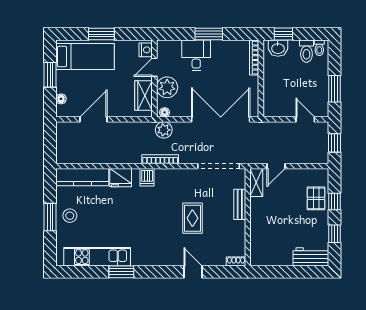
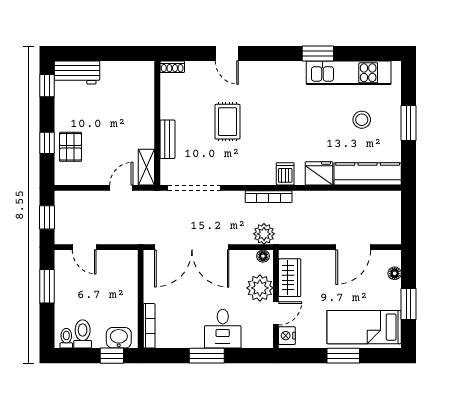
stool: (70, 216) -> (362, 120), moved
window: (335, 234) -> (47, 86), moved

